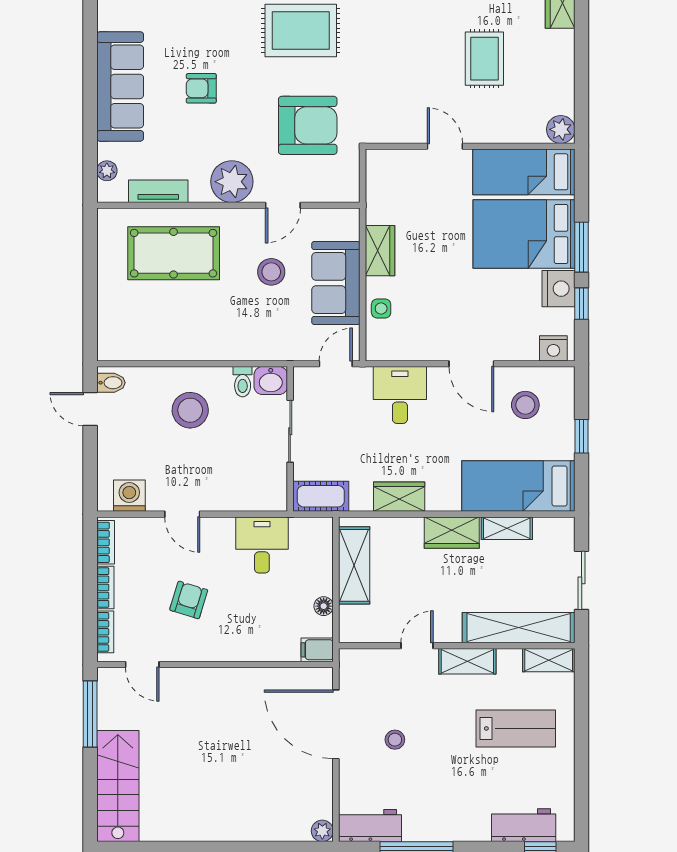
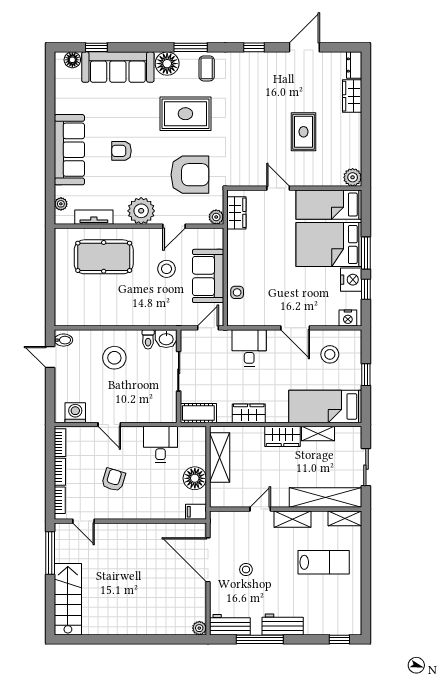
plant: (349, 191) -> (216, 217), added
wardrobe: (380, 251) -> (236, 213), moved
floor lamp: (324, 606) -> (195, 478), width x1.89, depth x1.89
workbench: (524, 825) -> (283, 624), moved

